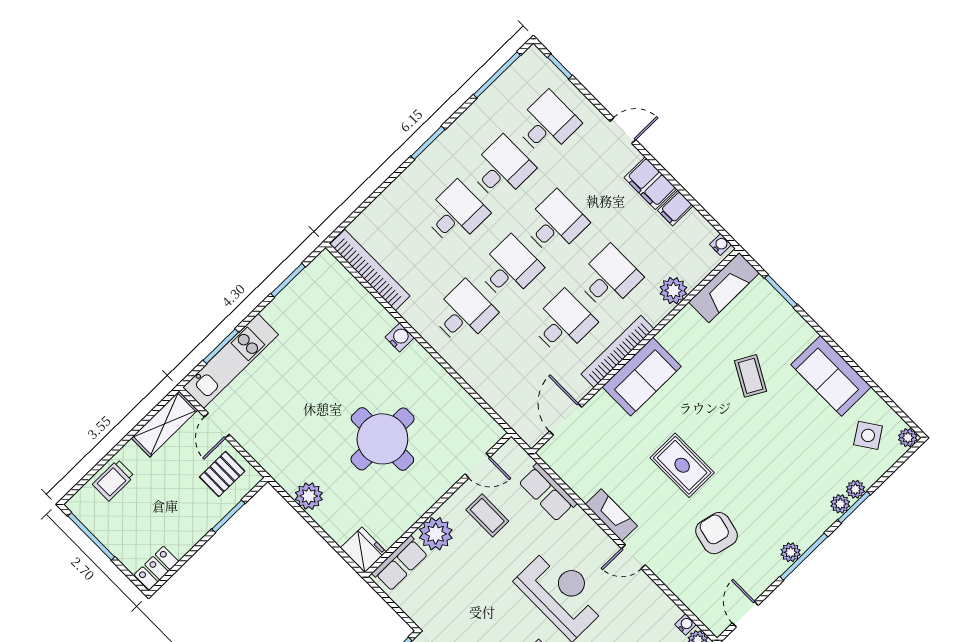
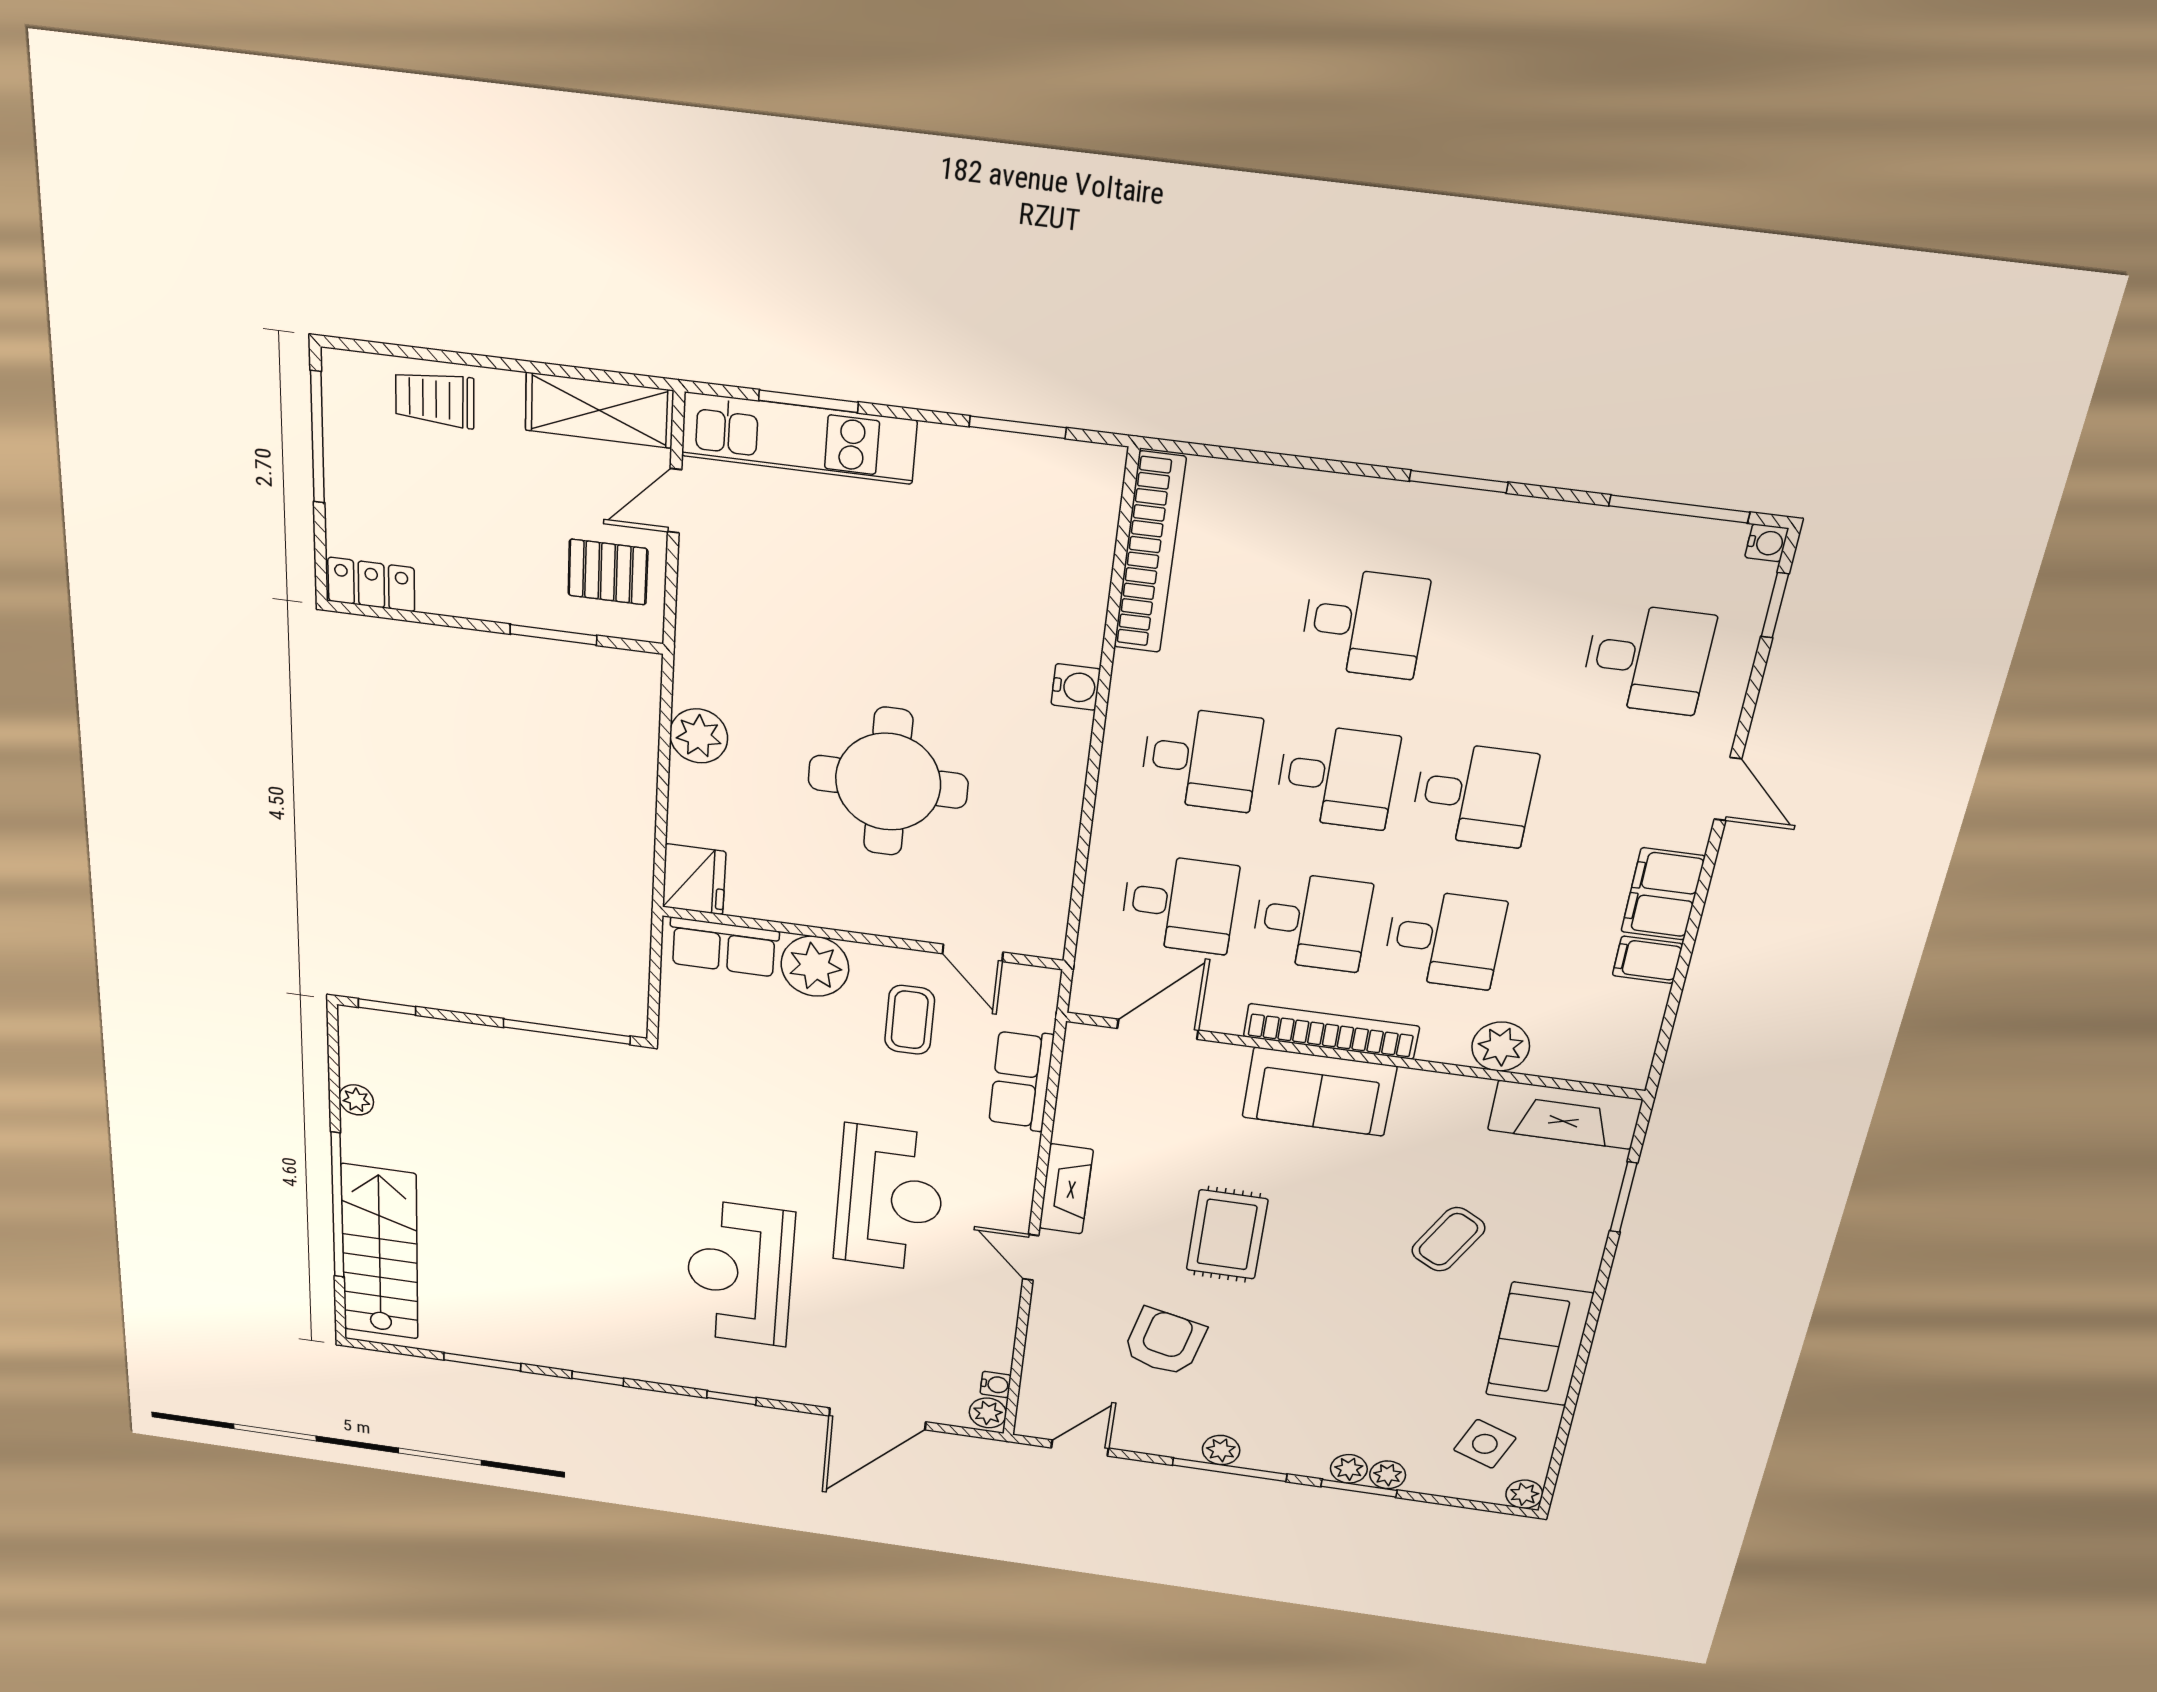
desk: (501, 169) -> (1179, 904), moved
water cooler: (721, 245) -> (1767, 543), moved
side table: (868, 435) -> (1485, 1444), turned -35

